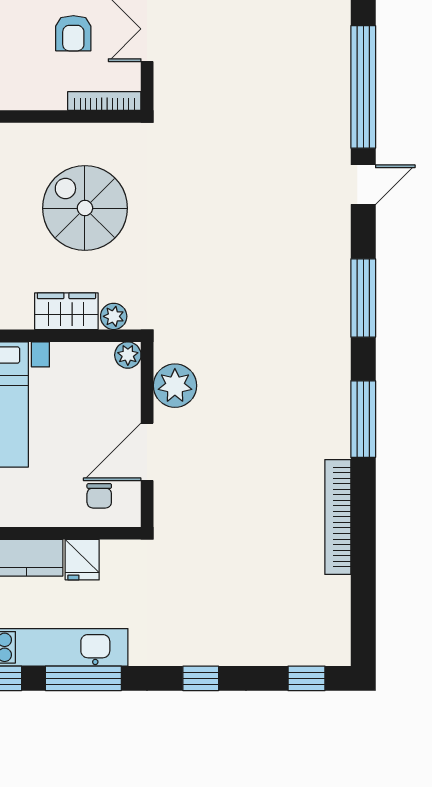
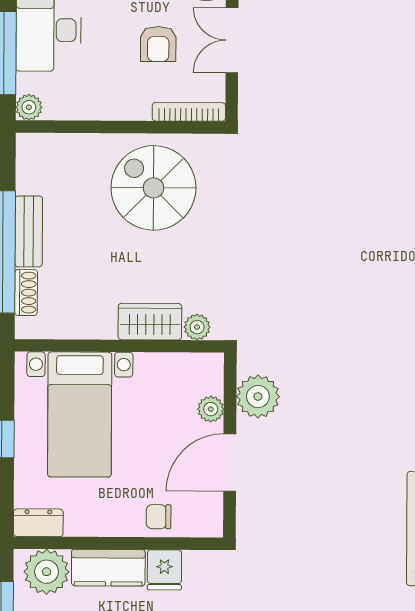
spiral stairs: (85, 208) -> (153, 188), moved
plant: (128, 355) -> (211, 409), moved
chair: (99, 496) -> (159, 517), moved, turned 90

